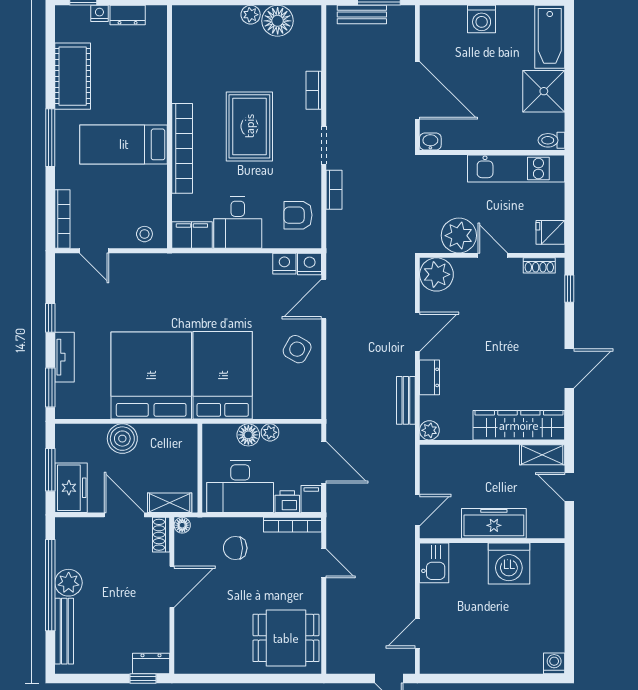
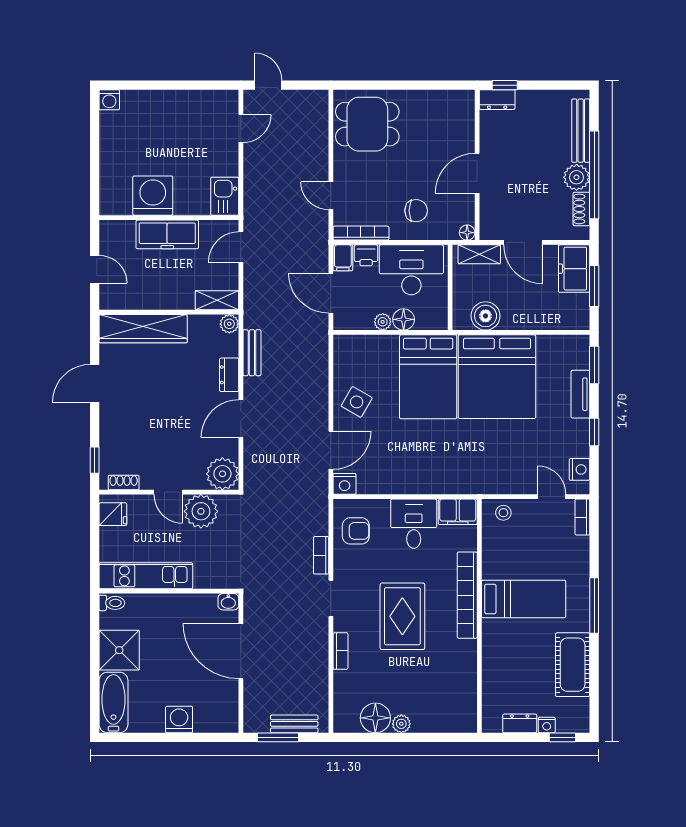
bookcase: (62, 219) -> (582, 517), width x0.64
nightstand: (284, 264) -> (579, 469), moved, turned -90
boiler: (122, 439) -> (486, 316), moved
shelving: (542, 455) -> (217, 300), moved
shoe rack: (161, 535) -> (581, 209), moved, turned 180

